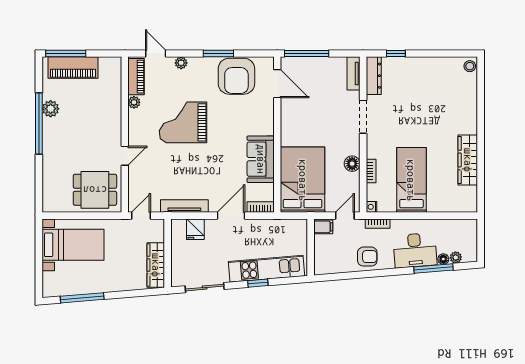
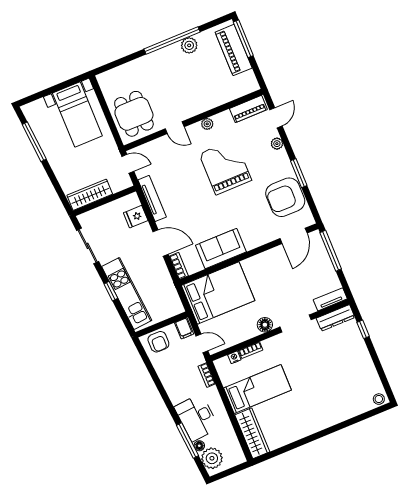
plant: (134, 102) -> (207, 124), moved
wardrobe: (468, 160) -> (252, 433), moved, turned 90
floor lamp: (352, 164) -> (265, 325), moved
nightstand: (371, 207) -> (234, 357), moved
armchair: (367, 257) -> (158, 342), moved
plant: (456, 257) -> (212, 458), width x1.88, depth x1.88

